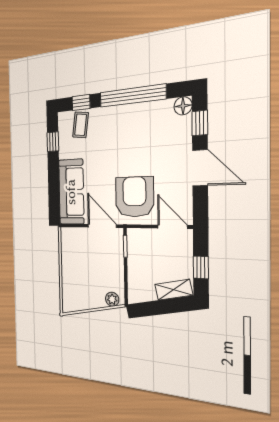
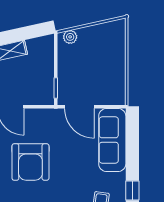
armchair: (134, 197) -> (30, 162), moved

